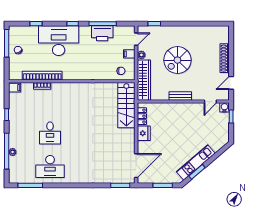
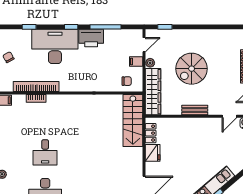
printer: (102, 33) -> (91, 38), moved

